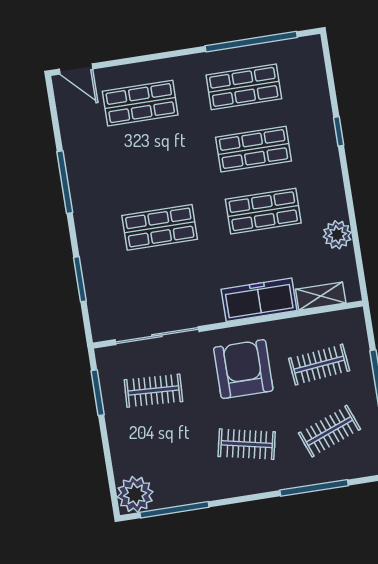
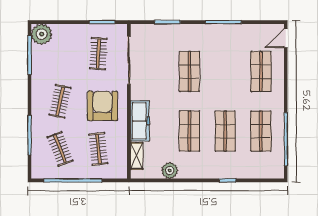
armchair: (243, 369) -> (102, 106), turned -90

